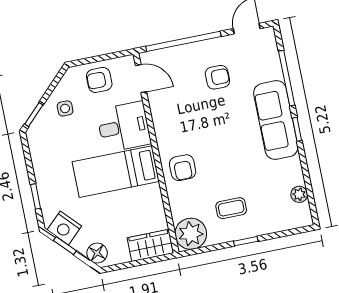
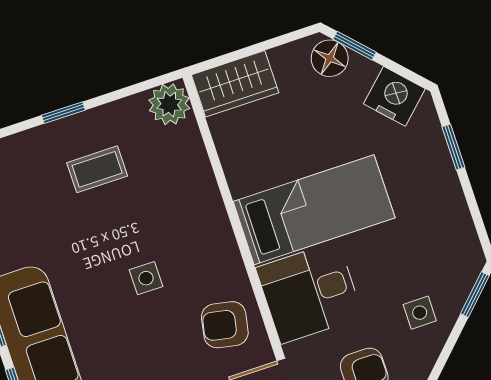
side table: (212, 146) -> (146, 278), added
armchair: (183, 168) -> (225, 325), moved, turned -79
plant: (191, 234) -> (169, 104), width x0.73, depth x0.73
window: (65, 246) -> (355, 46), moved

